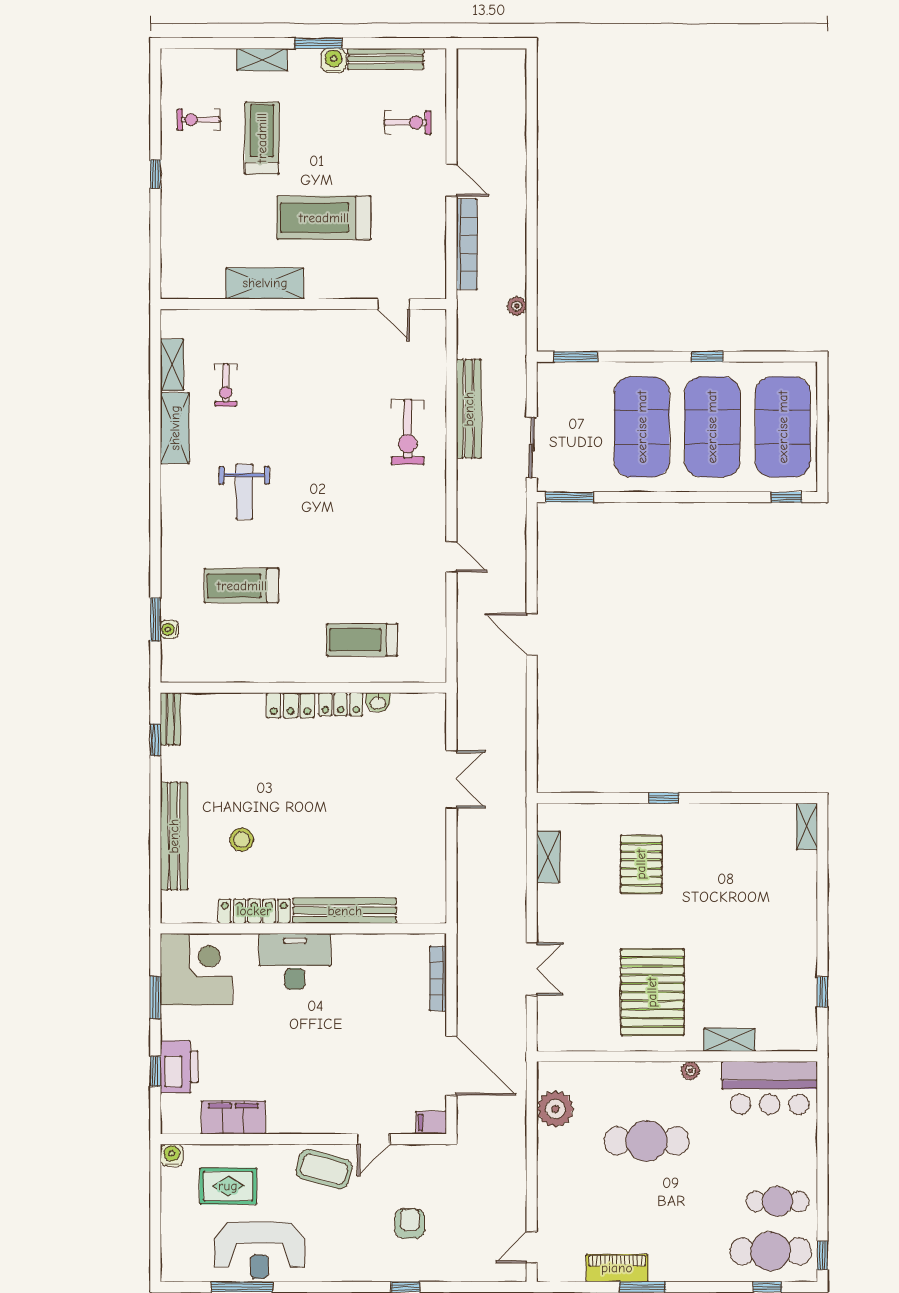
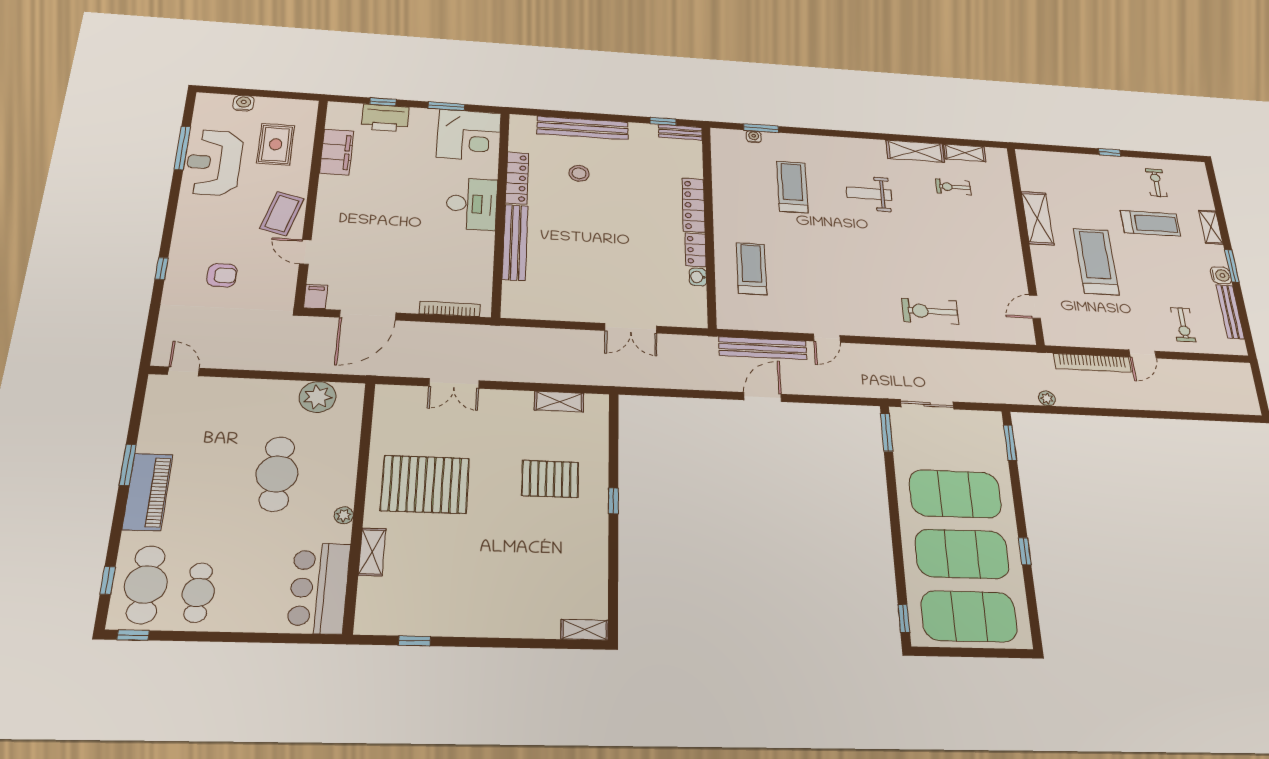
bench: (469, 409) -> (763, 348), moved
locker: (291, 705) -> (693, 205), width x1.53
water cooler: (172, 1155) -> (243, 103), moved, turned -90
piano: (617, 1268) -> (148, 492), moved, width x1.37, depth x1.33

